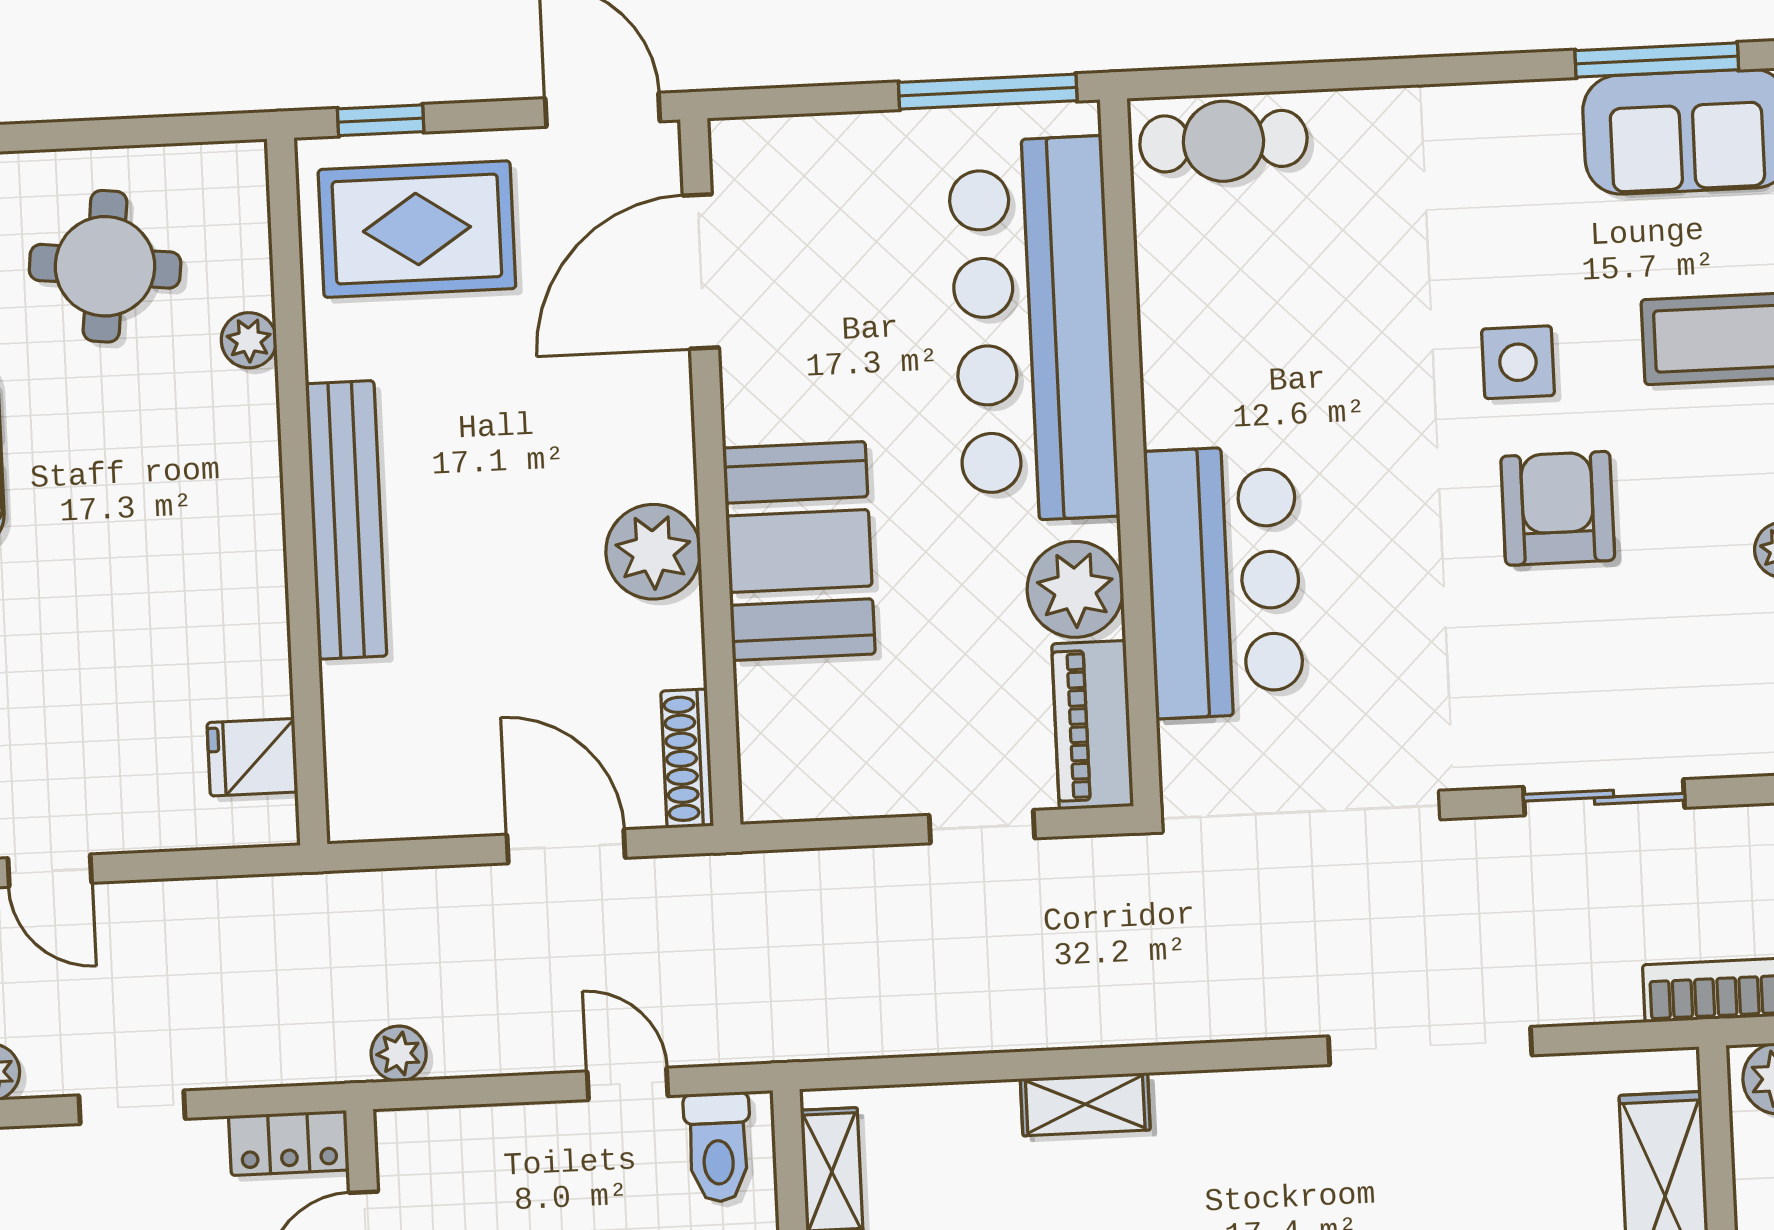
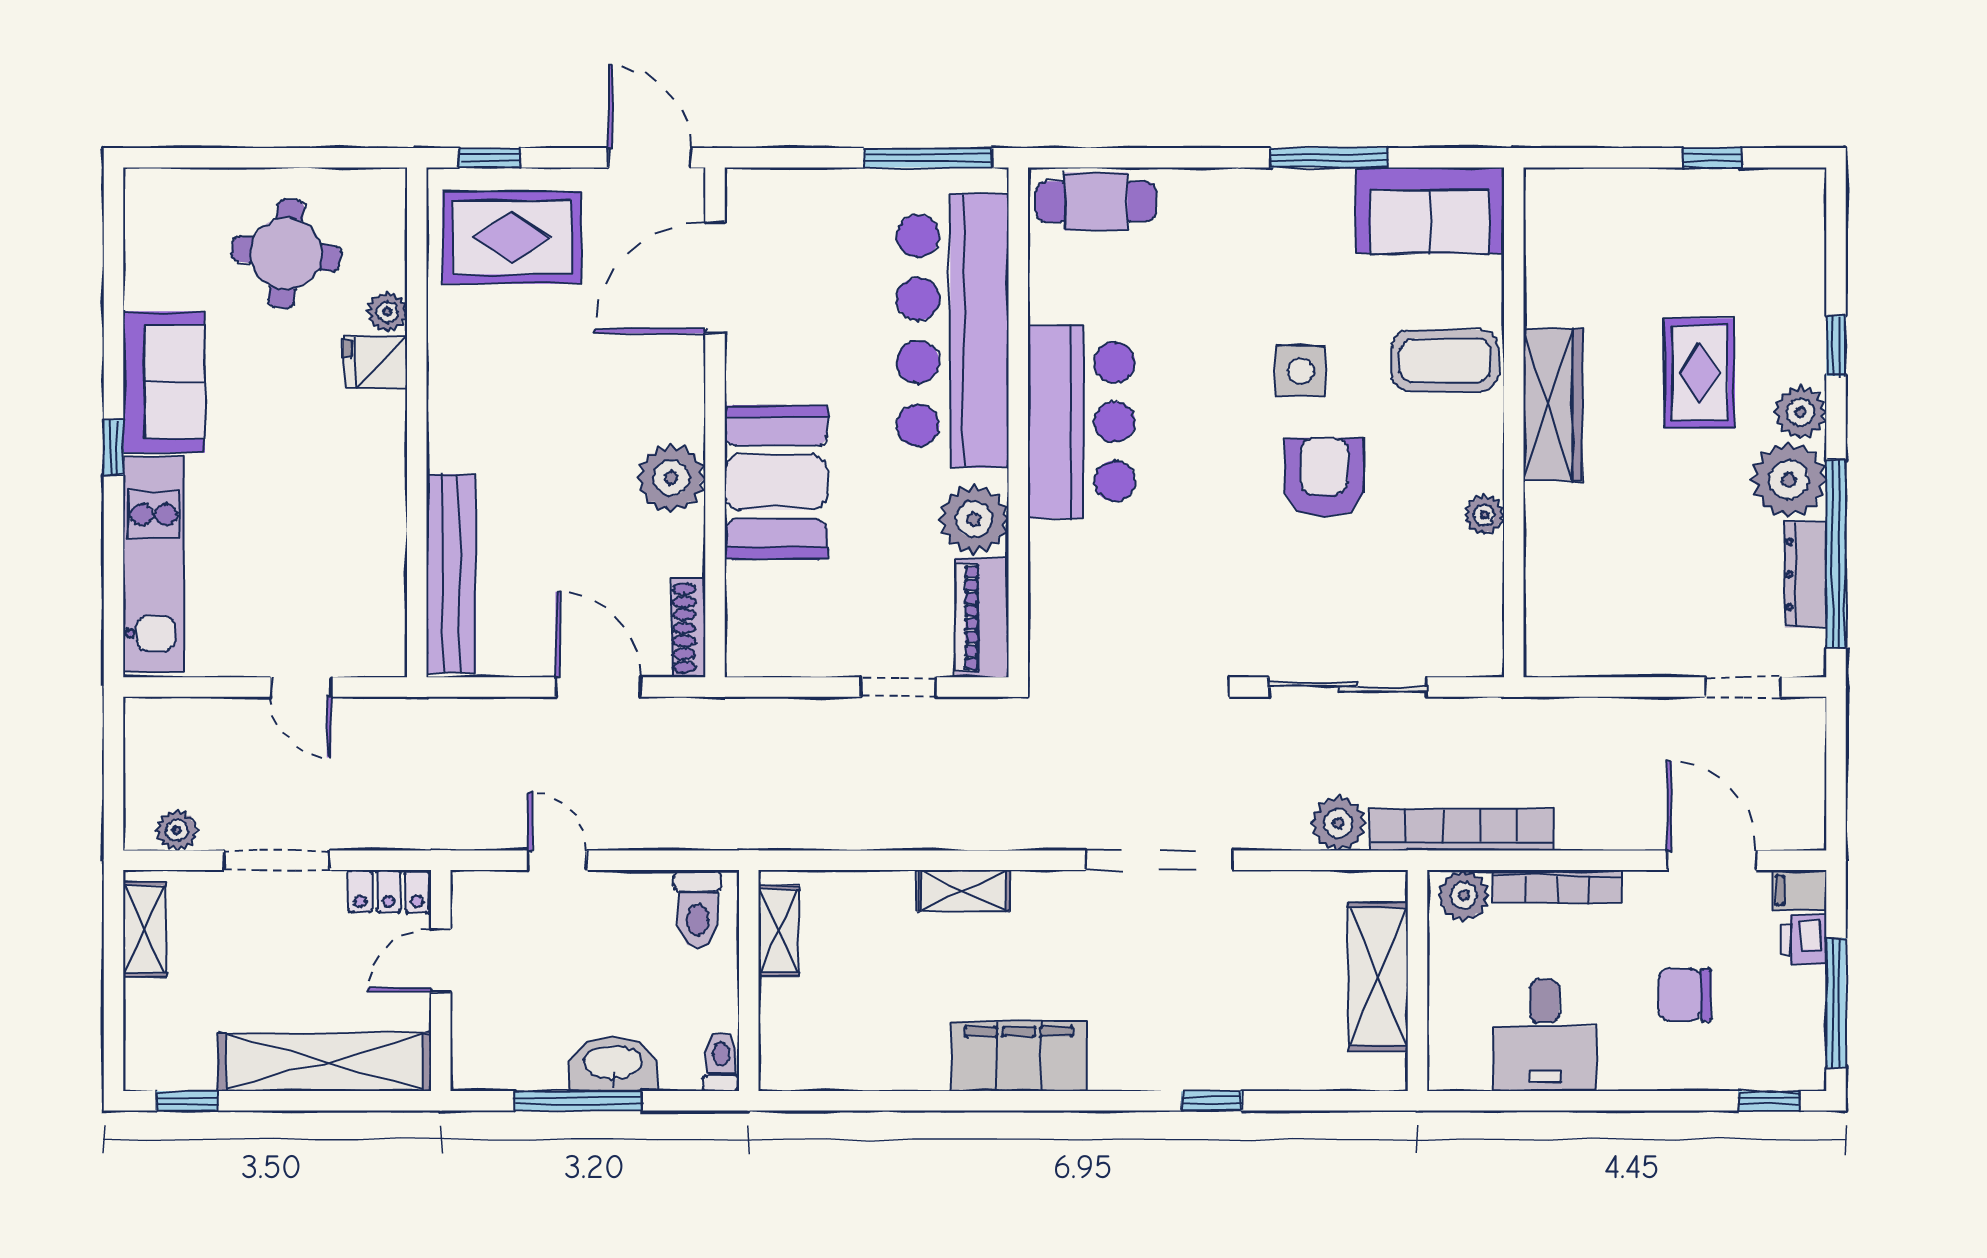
window: (1657, 60) -> (1329, 158), moved
bench: (346, 520) -> (451, 574), moved
bar counter: (1224, 582) -> (1081, 422), moved
fridge: (252, 757) -> (376, 362), moved
sliding door: (1604, 797) -> (1348, 687), width x1.37
door: (50, 871) -> (301, 687), moved
doorway: (1430, 1046) -> (1159, 860), moved
plant: (399, 1054) -> (1338, 823), moved, width x1.38, depth x1.38
door: (628, 1084) -> (557, 860), moved
doorway: (132, 1107) -> (277, 860), width x1.38

